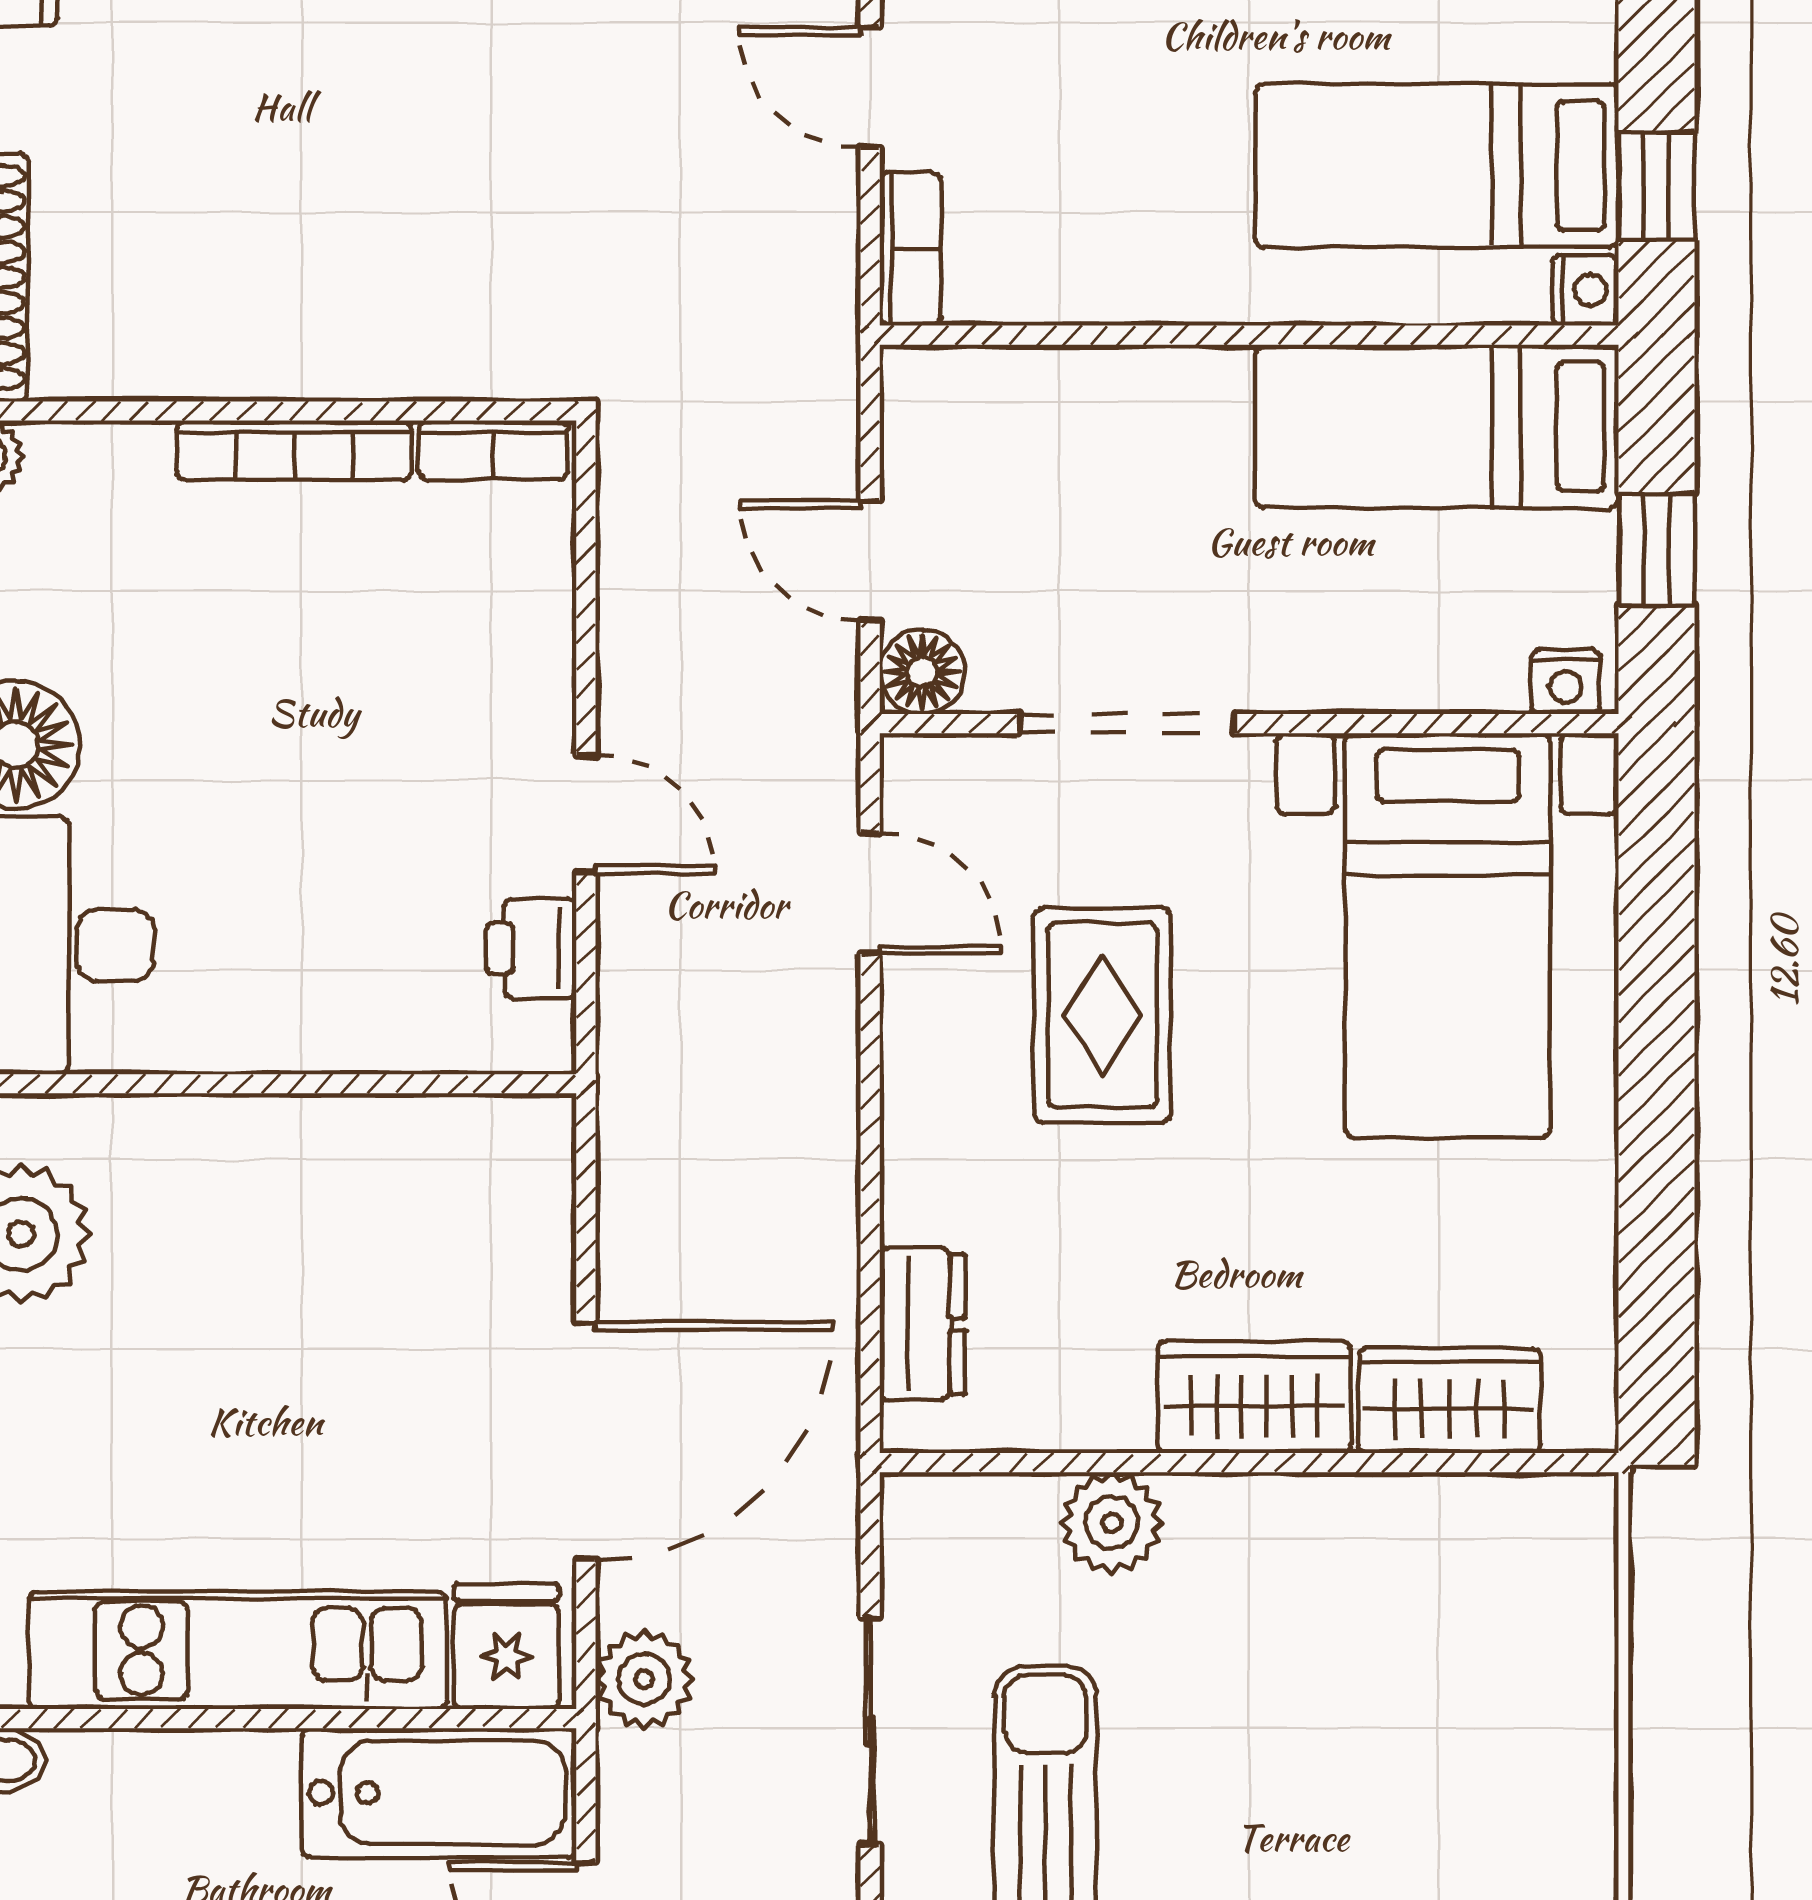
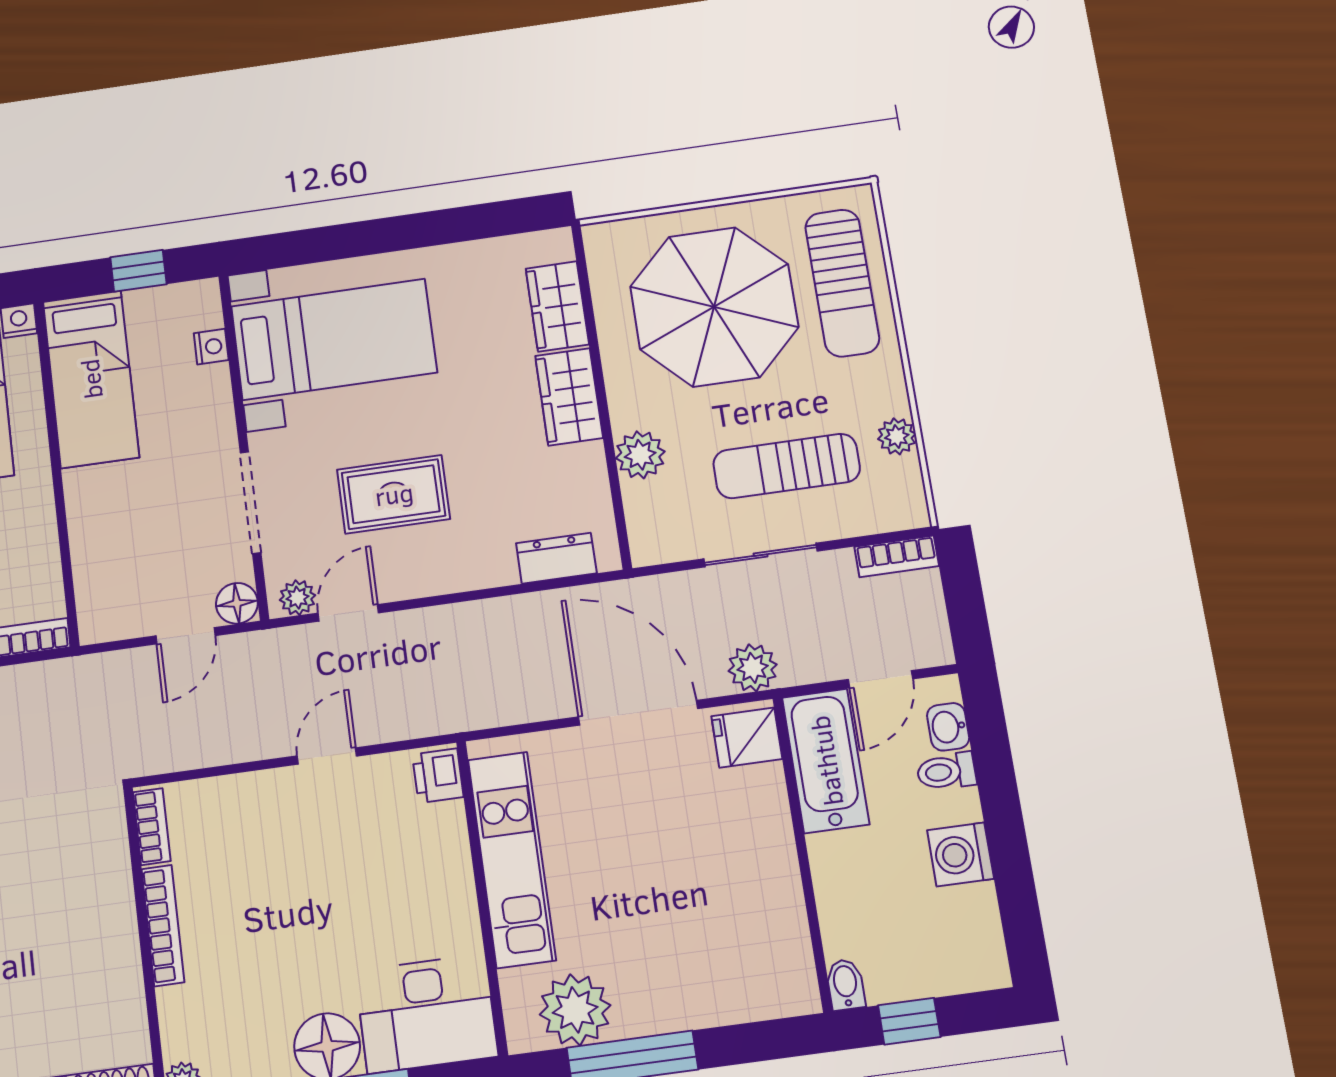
nightstand: (1565, 682) -> (211, 347), moved
plant: (916, 795) -> (298, 598), added
printer: (531, 948) -> (438, 776), moved, turned 90
kitchen unit: (238, 1650) -> (512, 859), moved, turned 180
parasol: (1401, 1718) -> (714, 307), added

